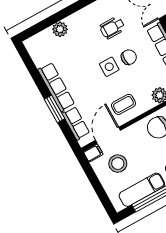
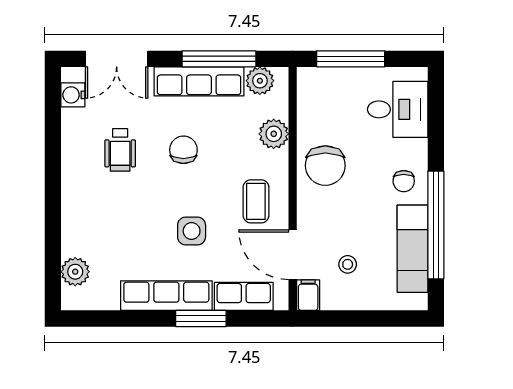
plant: (60, 29) -> (75, 272), moved
side table: (109, 67) -> (192, 231), moved
stool: (118, 164) -> (348, 264), width x0.53, depth x0.53

